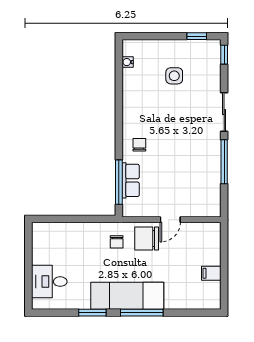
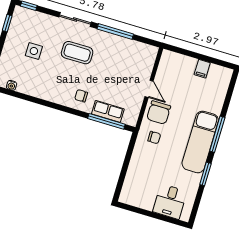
coffee table: (187, 125) -> (77, 53), added

